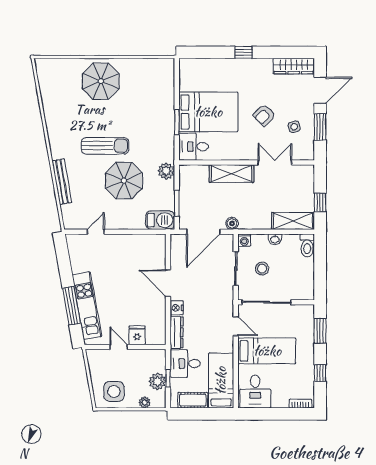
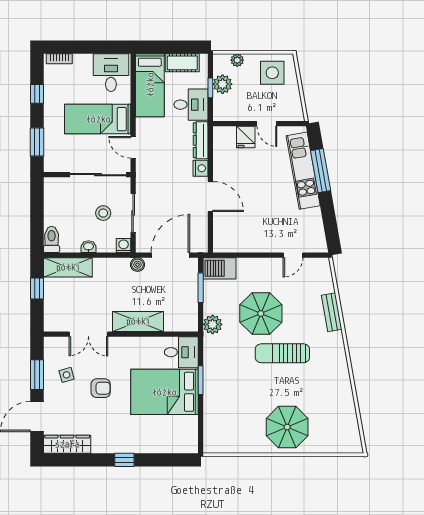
armchair: (264, 115) -> (101, 388), turned 45
bench: (62, 182) -> (332, 312), width x0.73

